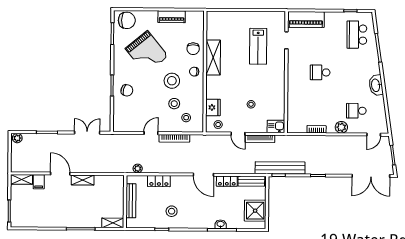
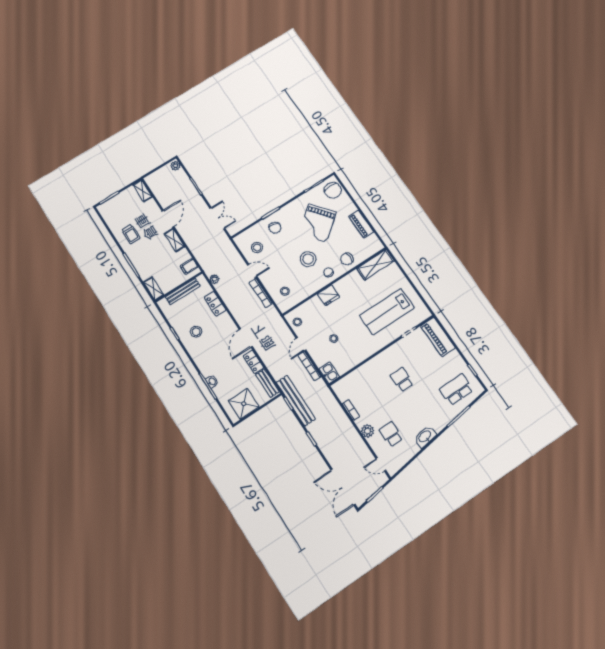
lab bench: (258, 46) -> (387, 312), width x1.36, depth x1.39
shelving: (213, 57) -> (375, 265), moved
stool: (174, 104) -> (257, 247), moved
fridge: (213, 107) -> (329, 295), moved
filing cabinet: (39, 182) -> (189, 267), moved
trolley: (53, 213) -> (131, 234), added

